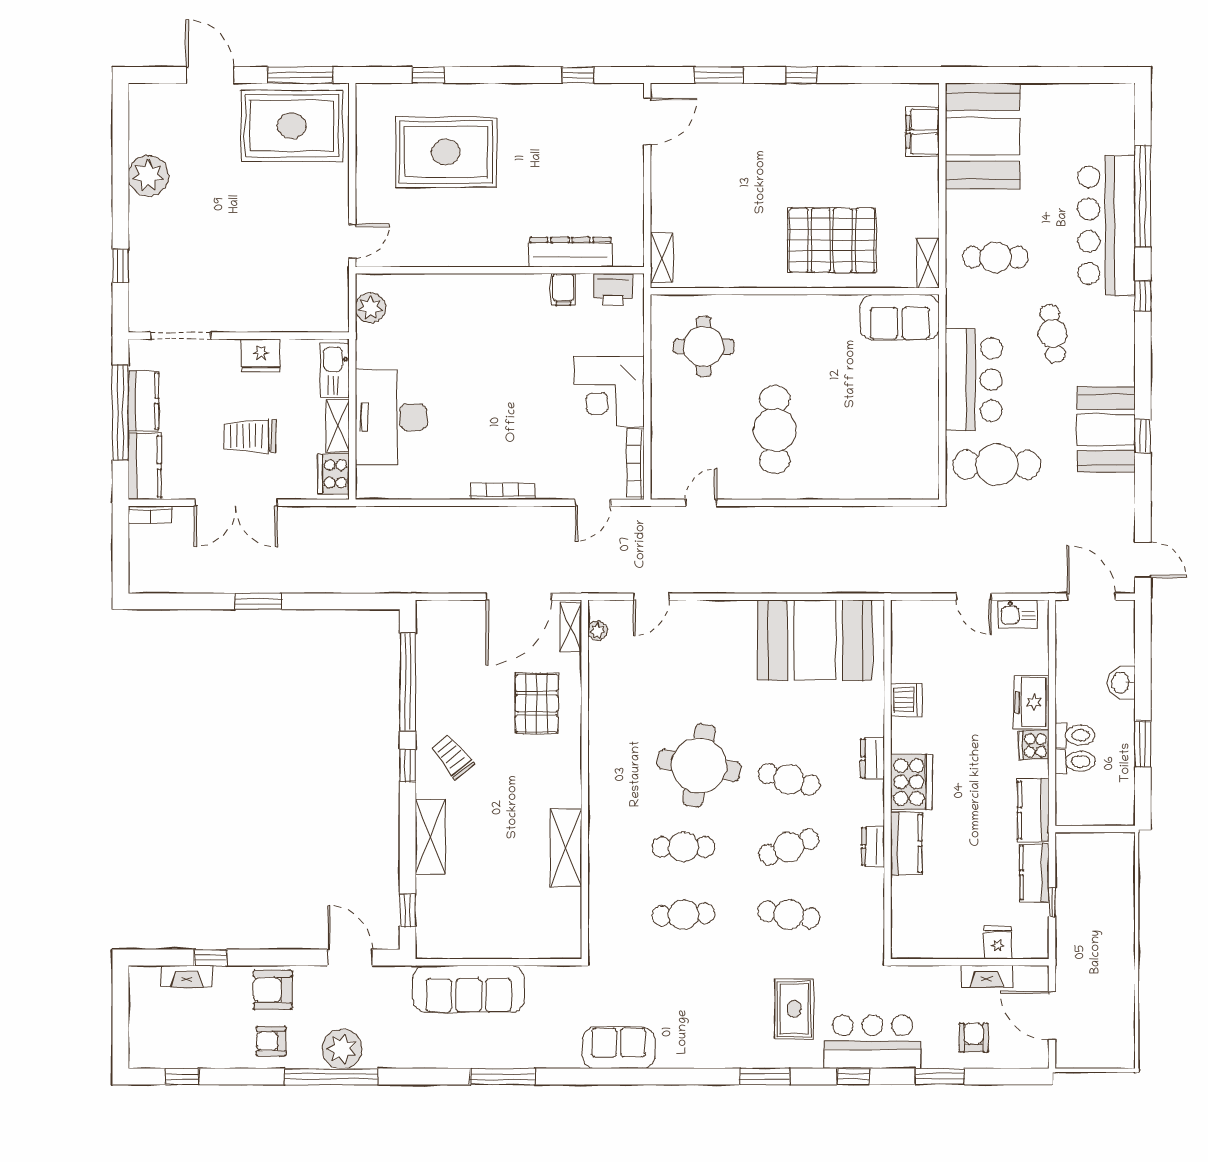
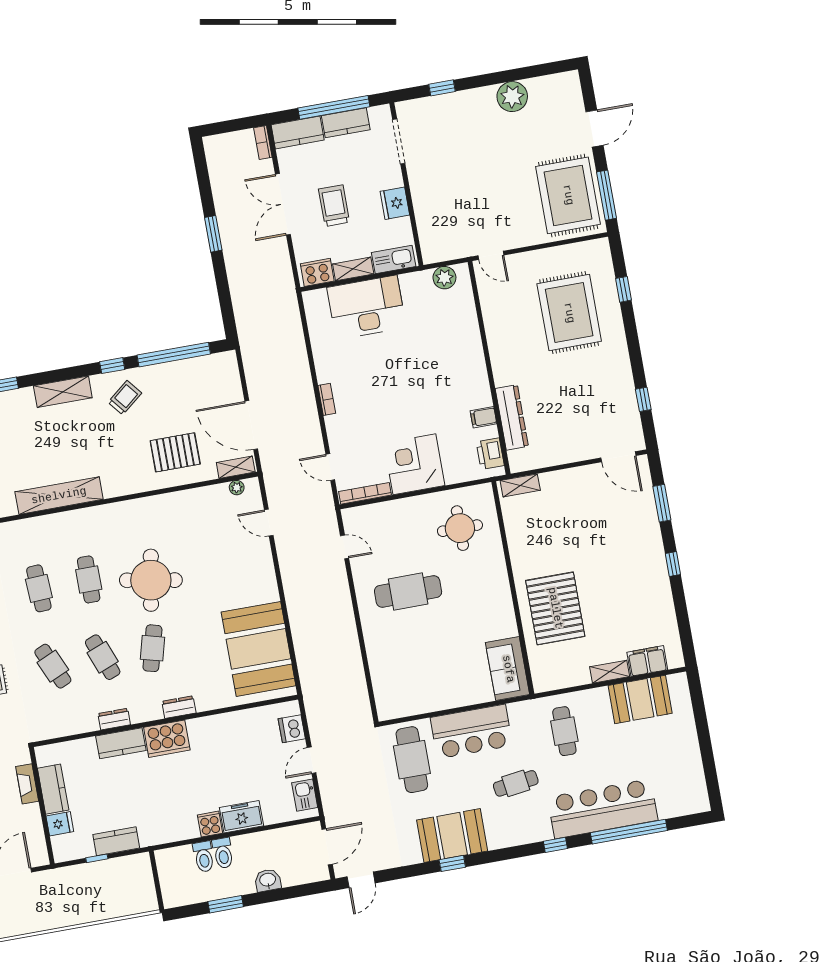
booth: (983, 136) -> (640, 699), width x0.73, depth x0.70
shelving: (928, 263) -> (610, 672), moved
bookcase: (503, 491) -> (327, 399), width x0.64
dishwasher: (906, 700) -> (292, 729), moved, turned 90
kitchen counter: (1033, 810) -> (53, 789), moved, turned 90
shelving: (566, 848) -> (59, 496), width x1.47
cafe table: (789, 915) -> (53, 666), turned -33
fireplace: (986, 976) -> (27, 784), moved

